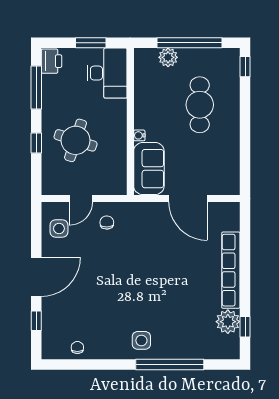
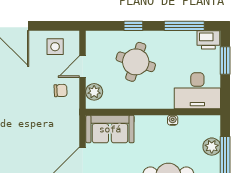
window: (91, 43) -> (225, 61), moved
water cooler: (139, 135) -> (173, 120), moved
plant: (108, 186) -> (94, 92), added
door: (81, 198) -> (83, 67), hinge flipped

